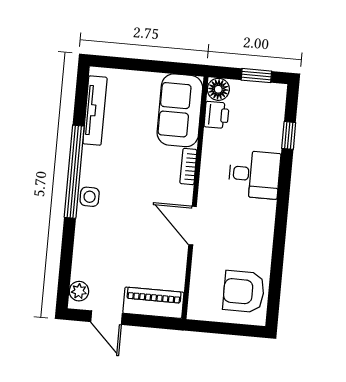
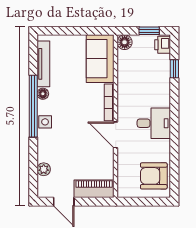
printer: (217, 115) -> (163, 45), moved, turned 180
floor lamp: (90, 155) -> (43, 94), added
bookcase: (188, 167) -> (109, 102), width x1.56
desk: (254, 174) -> (154, 123), moved
plant: (79, 291) -> (44, 169), moved

